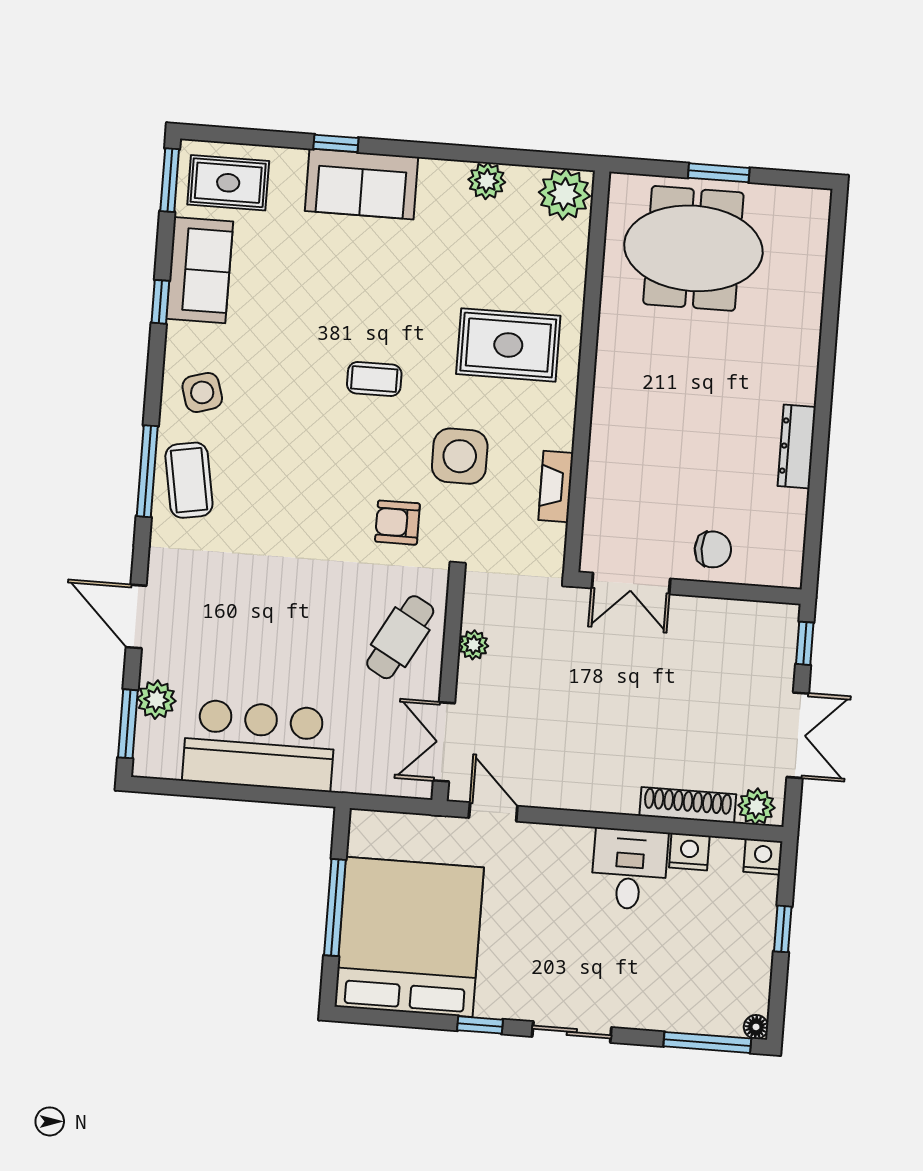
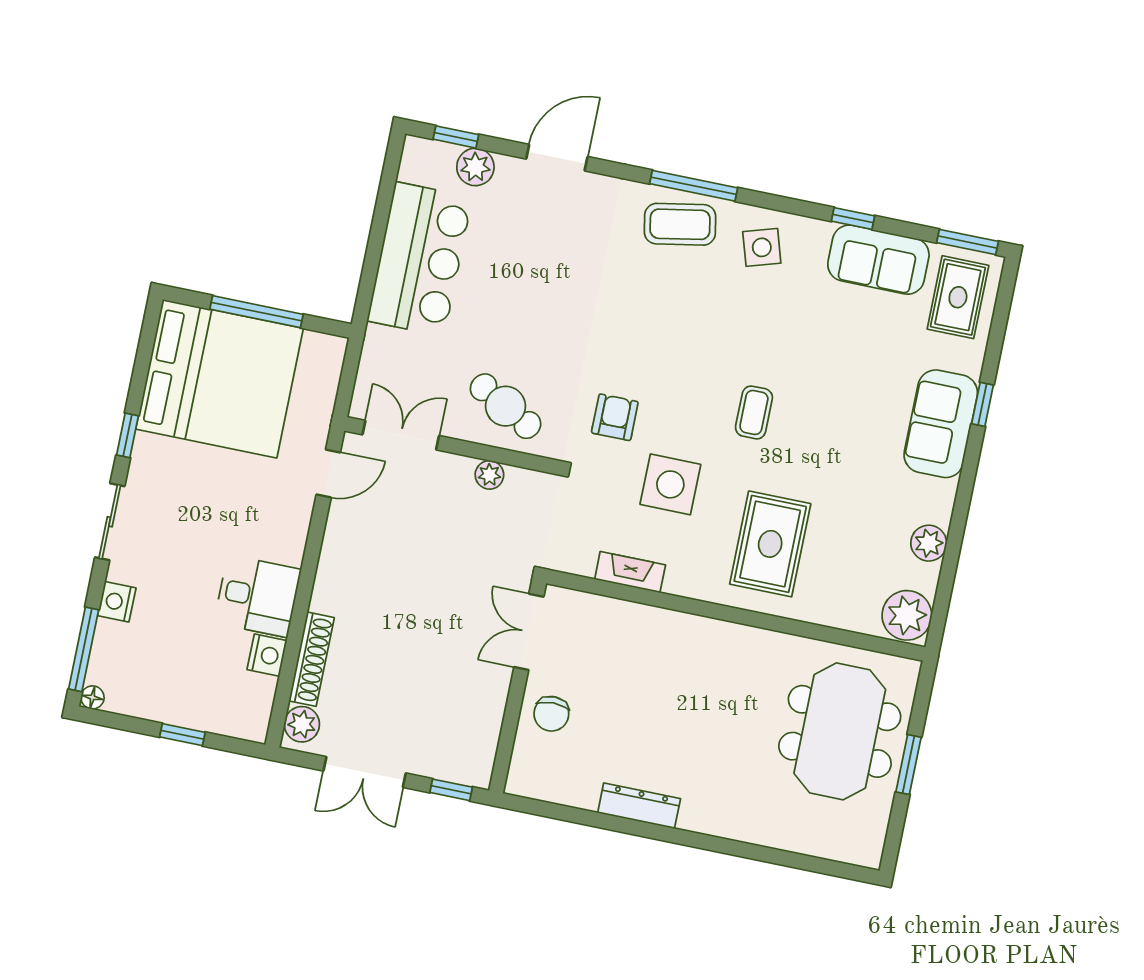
window: (128, 724) -> (456, 137), width x0.67
nightstand: (763, 857) -> (117, 602), moved, turned 180

